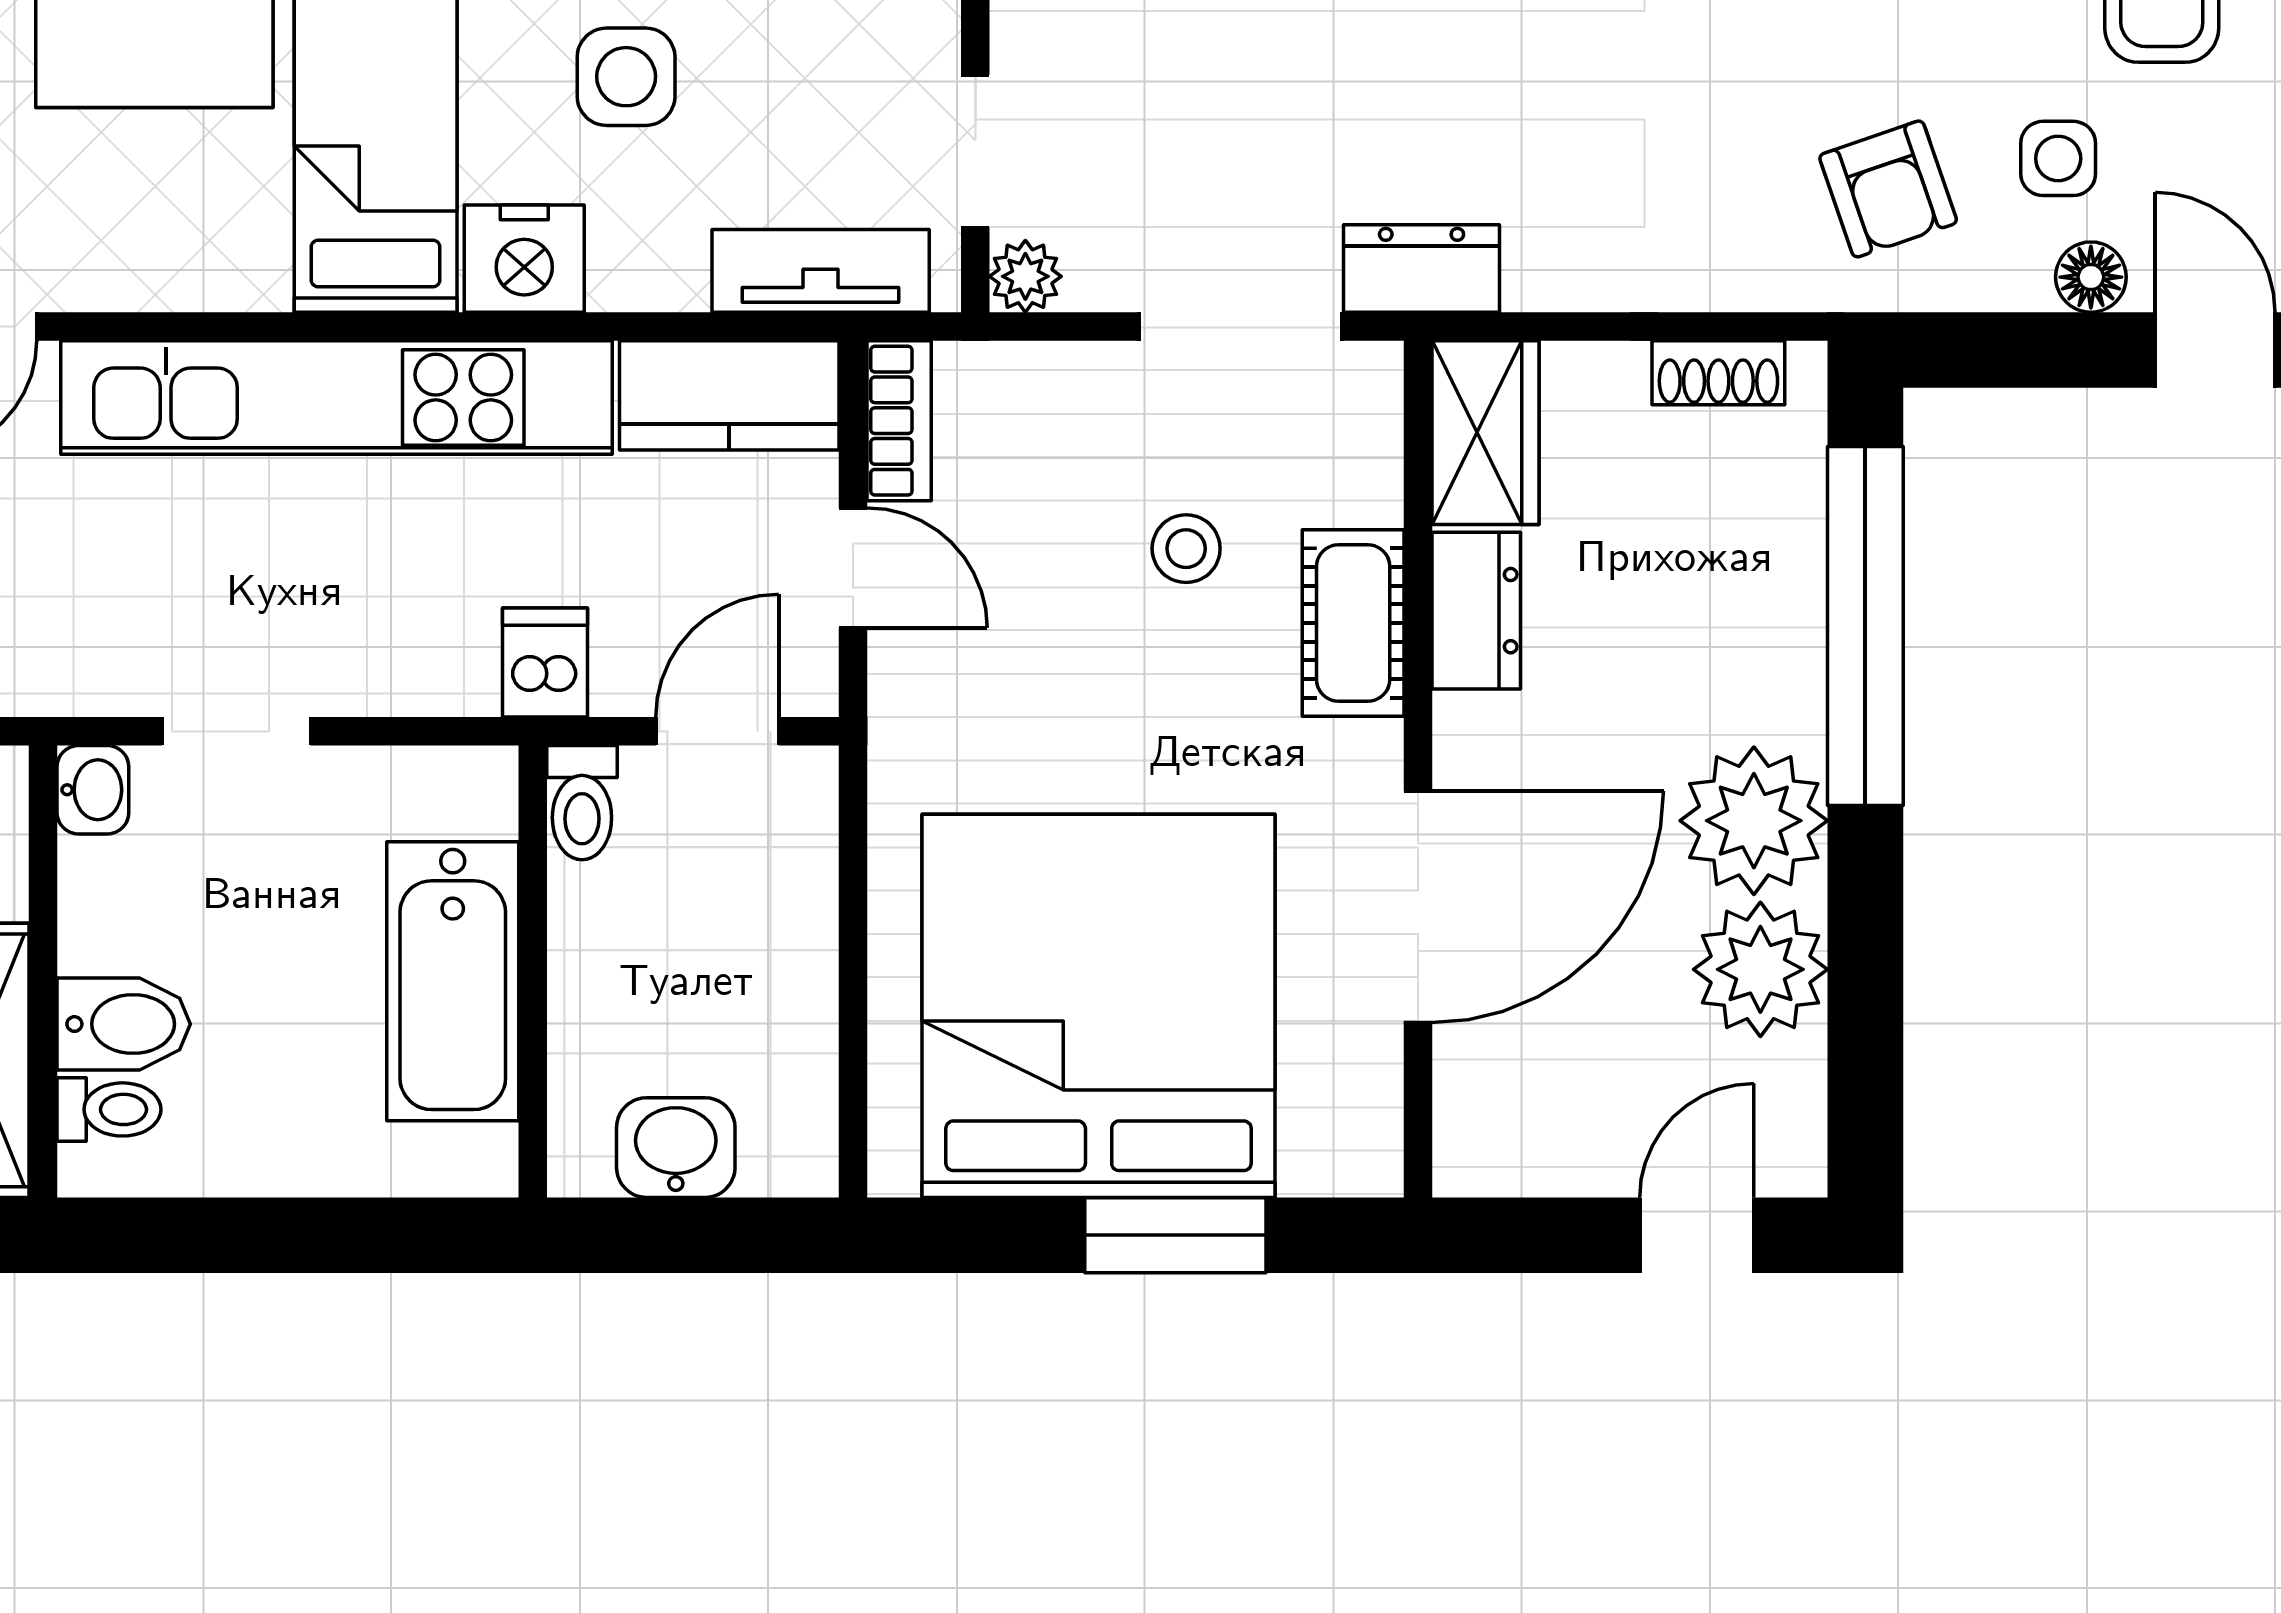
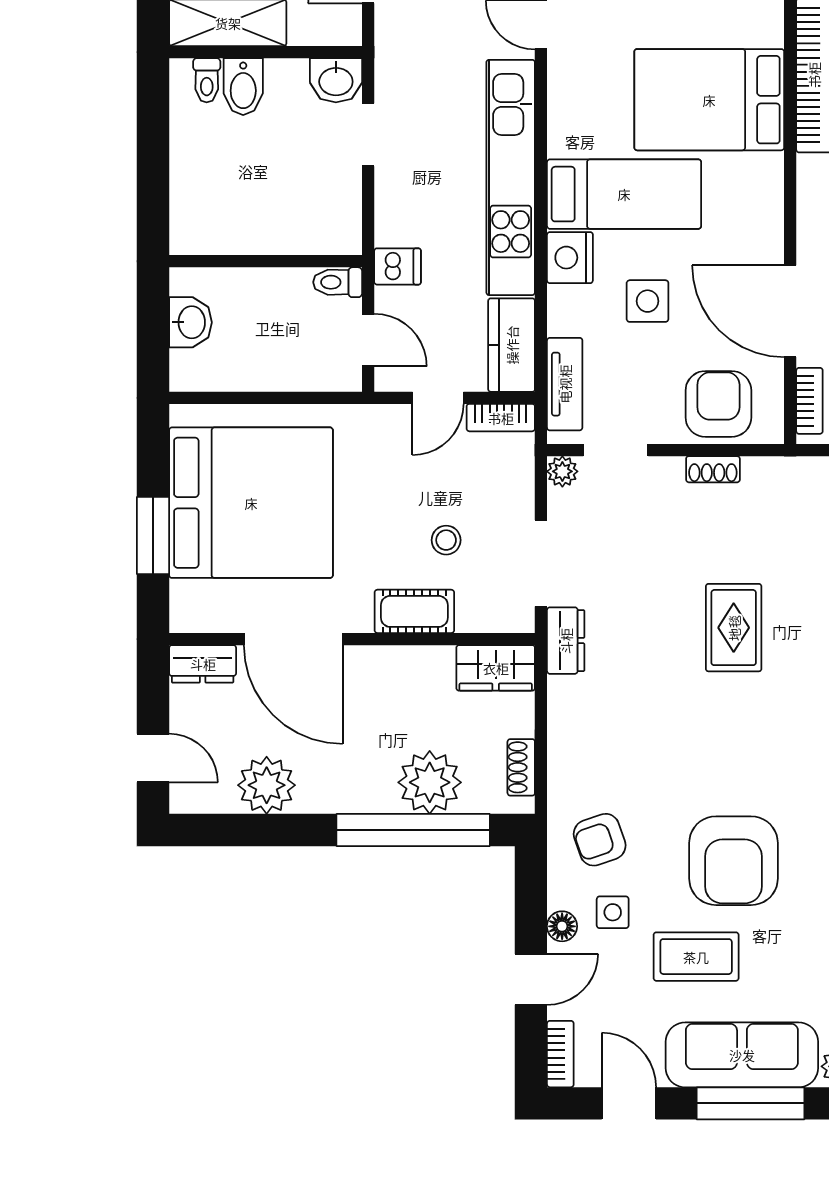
dresser: (1476, 611) -> (203, 664), moved
washbasin: (93, 790) -> (336, 80), width x1.38, depth x1.45
plant: (1754, 821) -> (430, 782), moved
bathtub: (453, 981) -> (261, 227), removed

